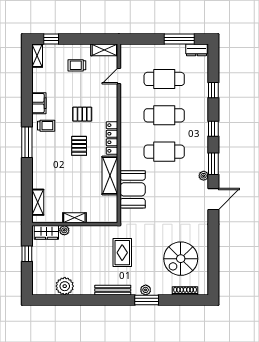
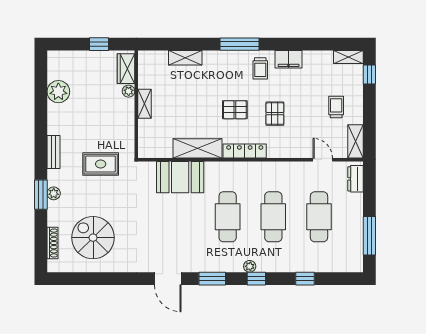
dresser: (196, 50) -> (355, 179), moved
plant: (204, 176) -> (250, 266), moved
shelving: (38, 202) -> (185, 58), moved
bench: (113, 290) -> (54, 152), width x0.73

